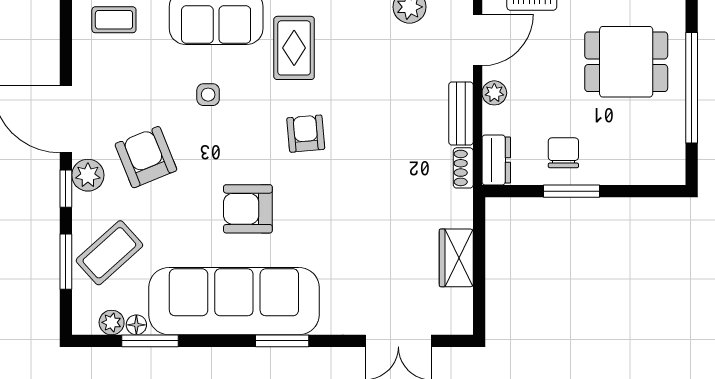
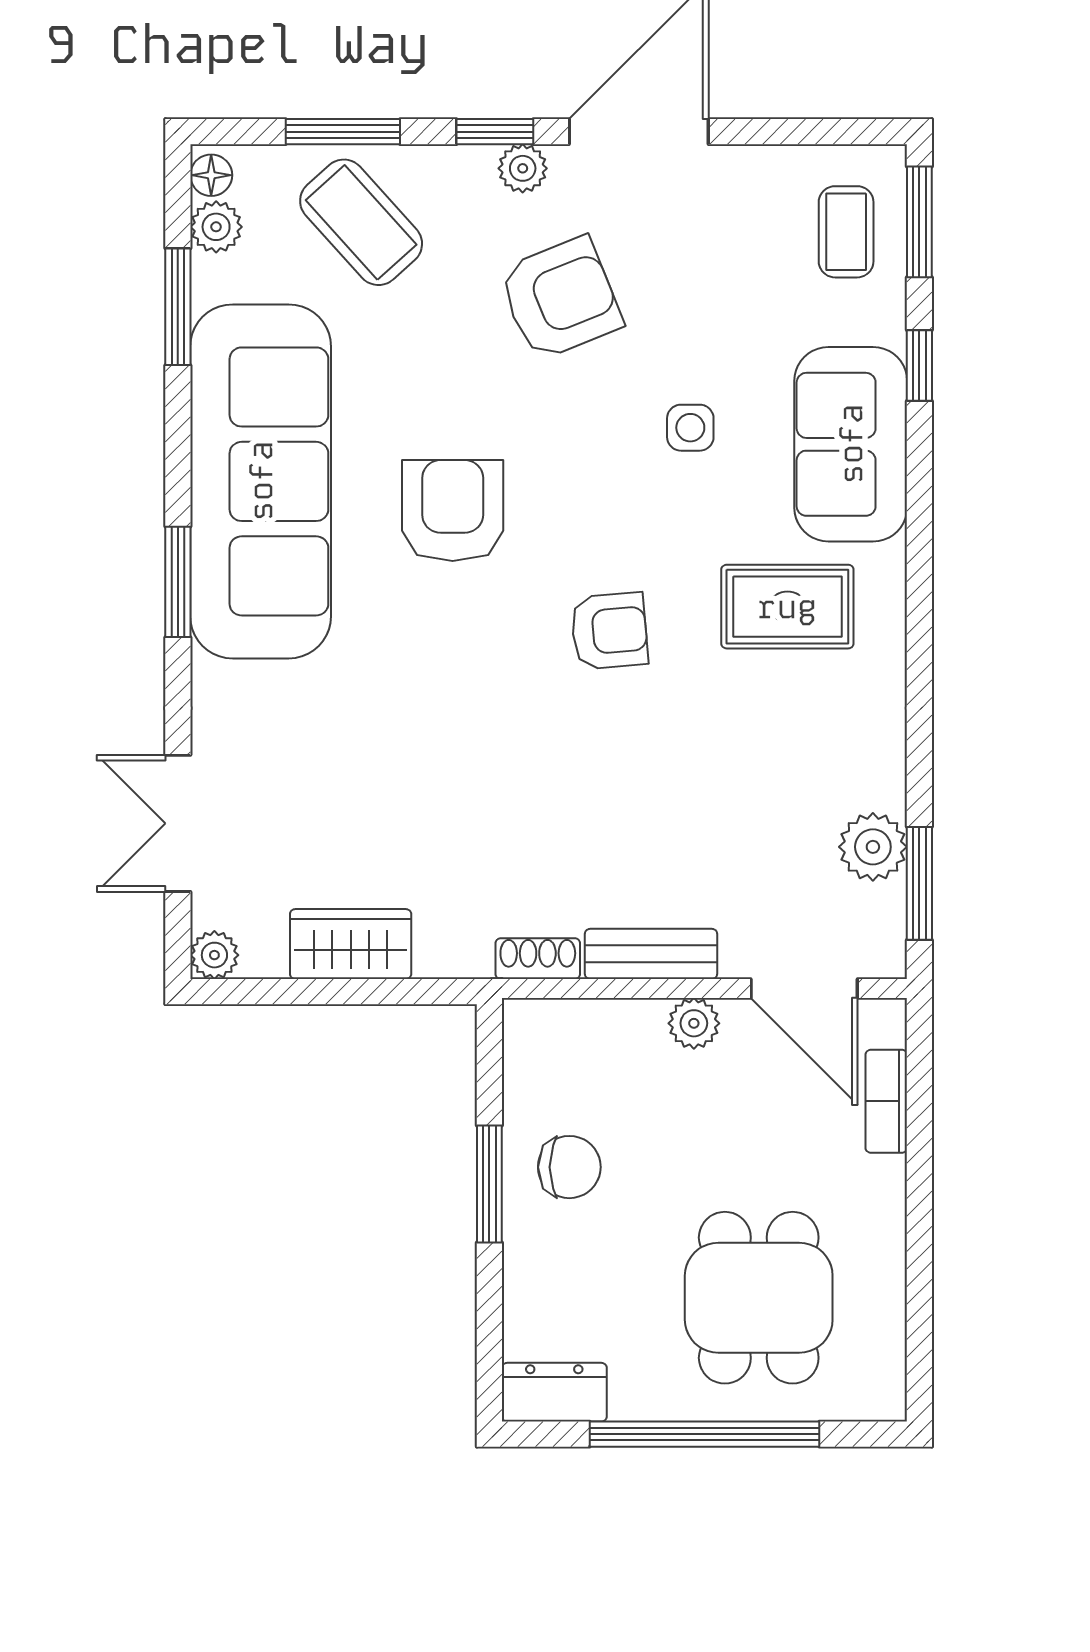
dresser: (496, 160) -> (554, 1392), moved, turned 180
plant: (88, 175) -> (523, 168), width x0.73, depth x0.73
plant: (462, 323) -> (214, 955), added
floor lamp: (136, 325) -> (211, 175), moved

